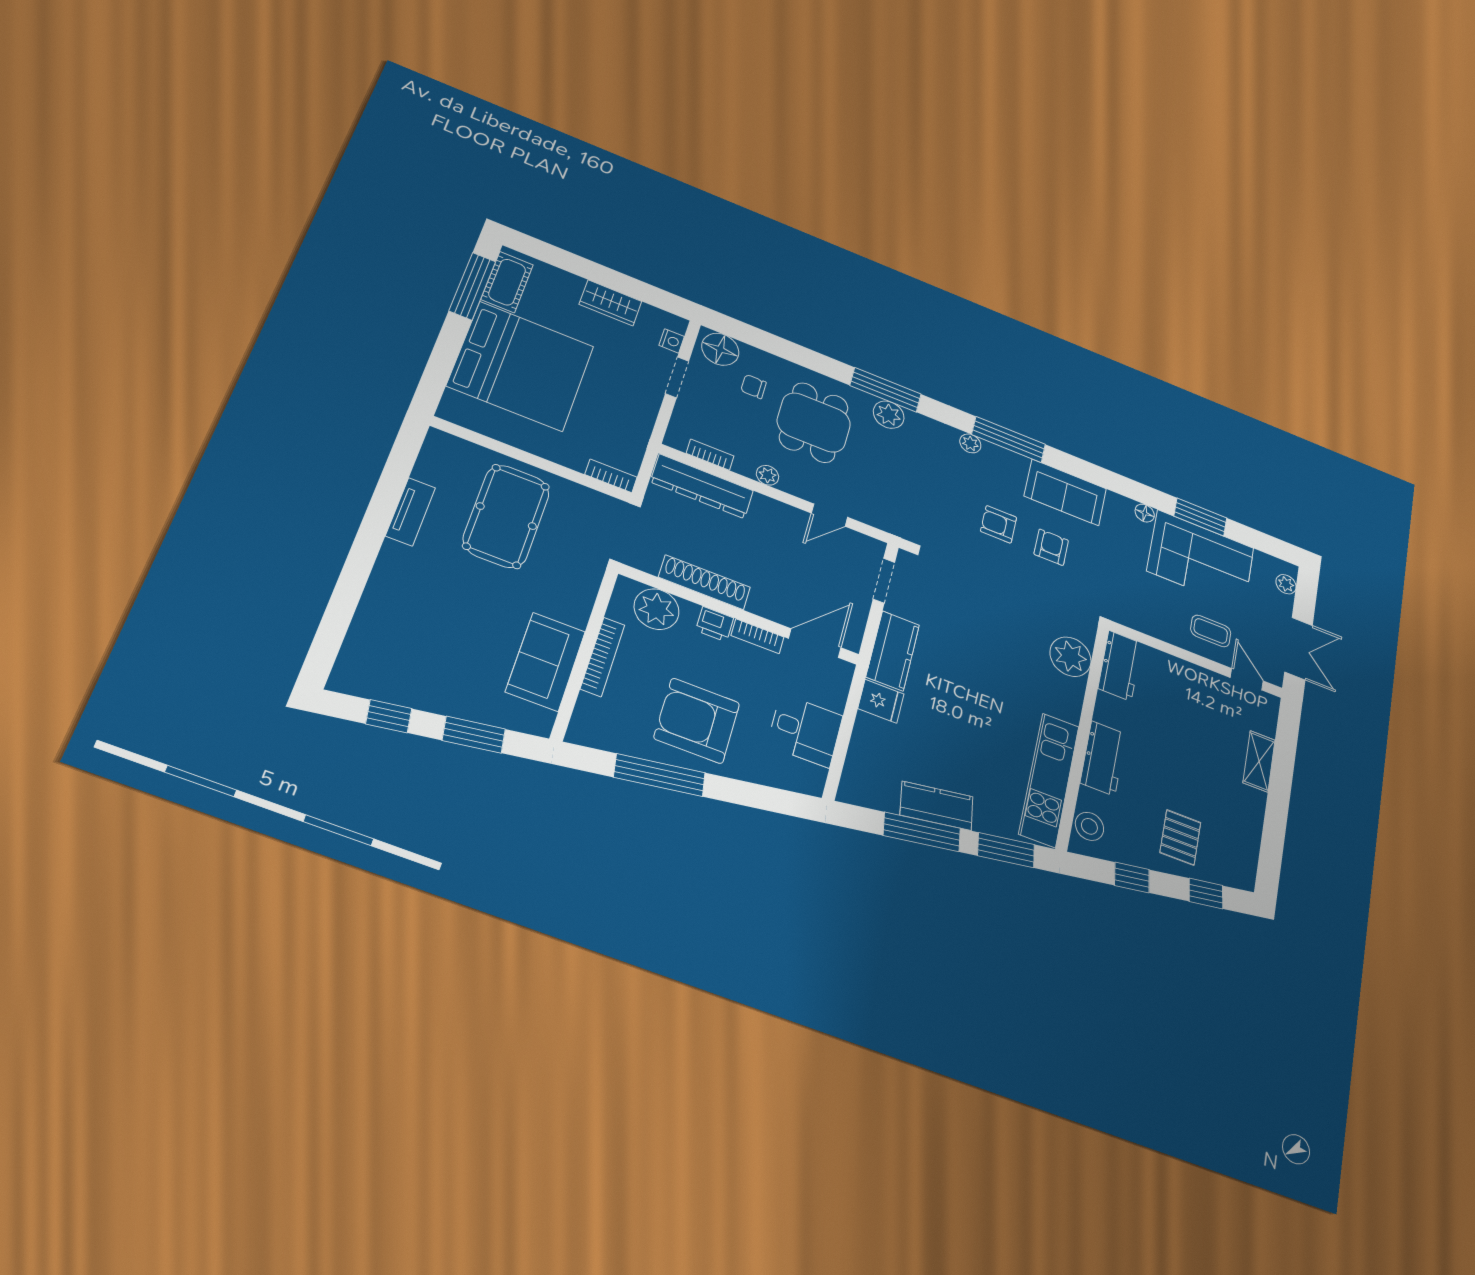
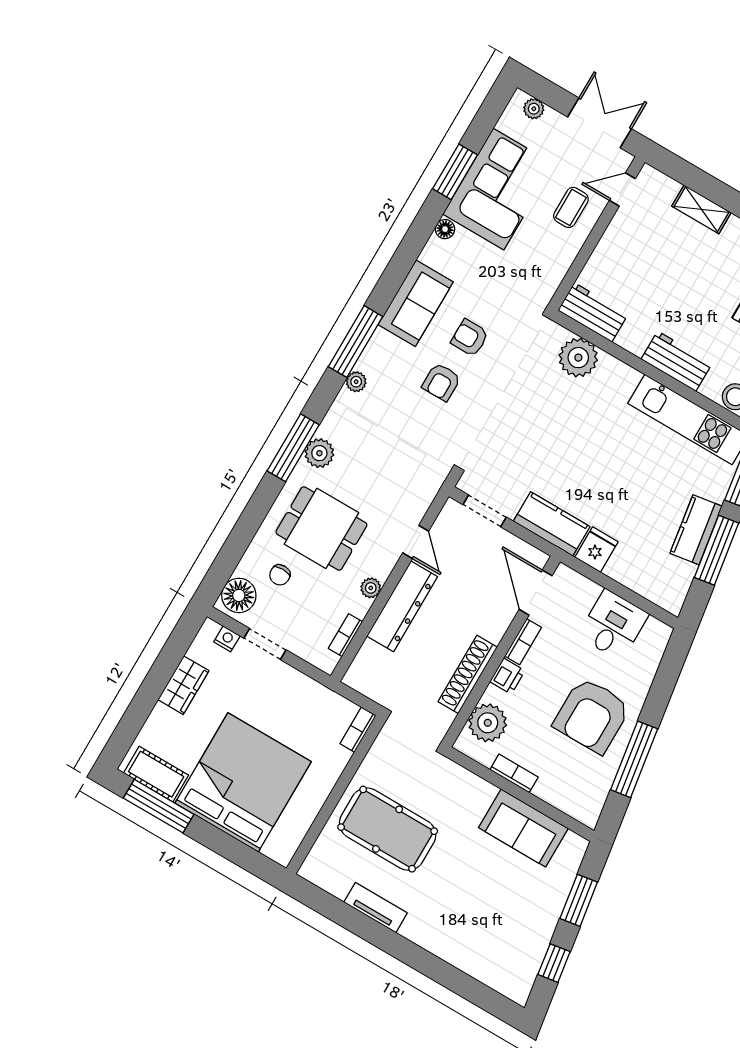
dresser: (702, 486) -> (402, 606), moved
bookcase: (603, 657) -> (514, 773), width x0.64

